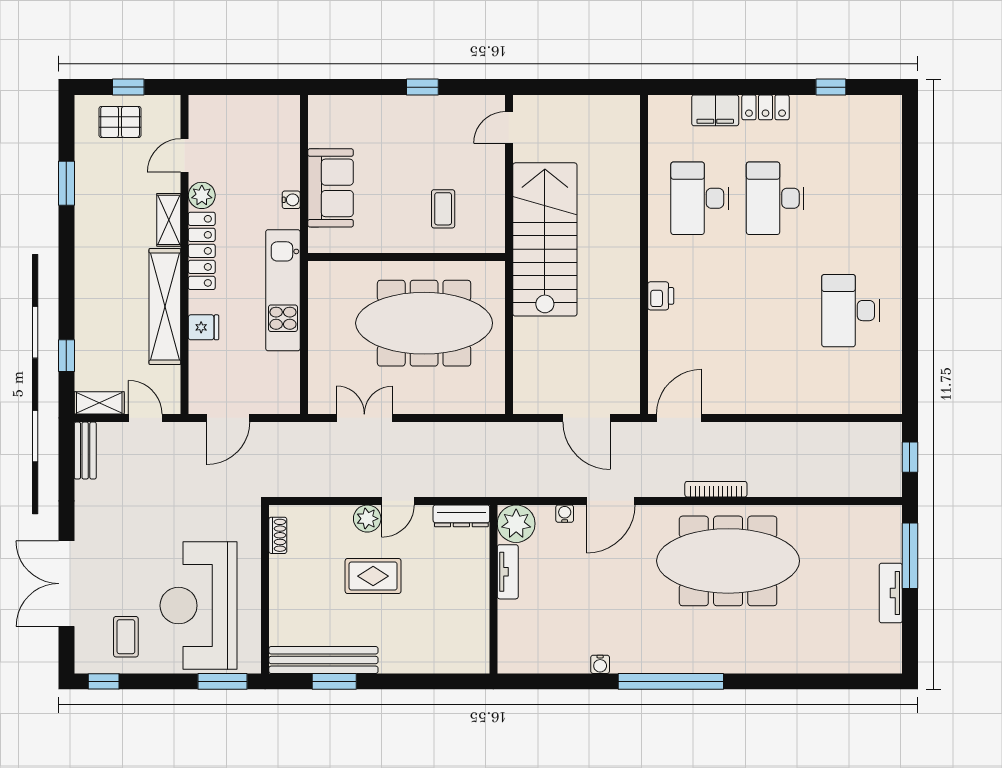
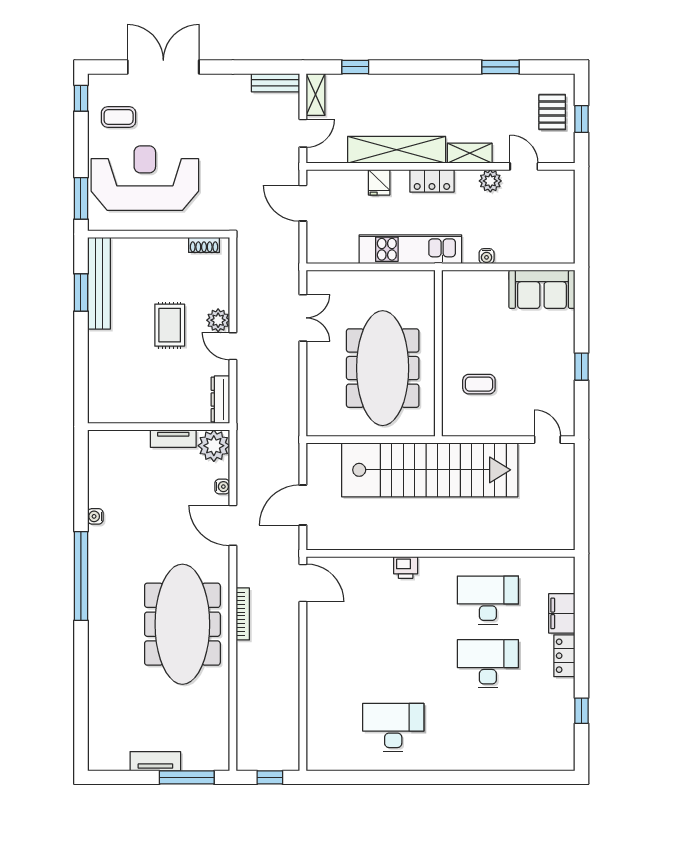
sofa: (331, 188) -> (542, 289), moved
stairs: (545, 239) -> (430, 470), width x1.36
locker: (202, 251) -> (432, 181), width x0.66

